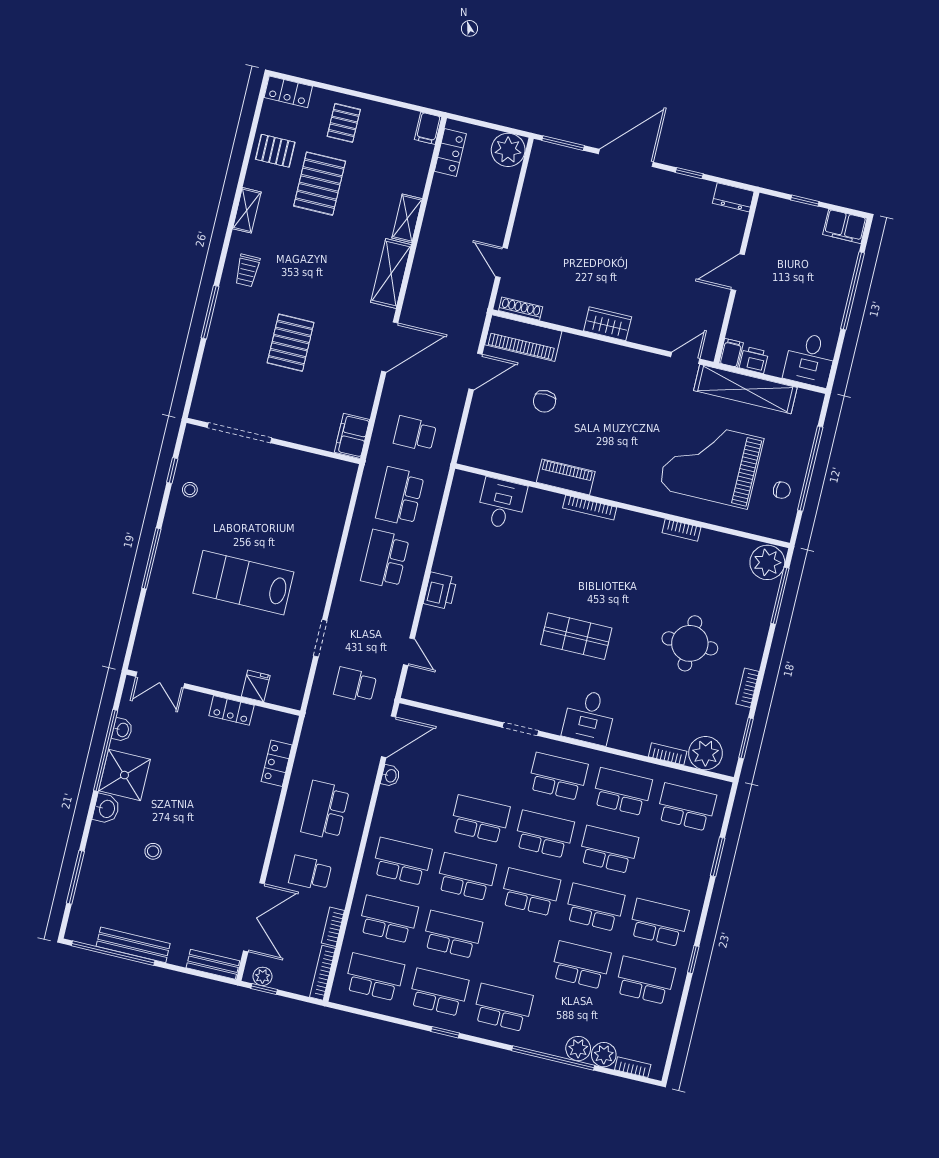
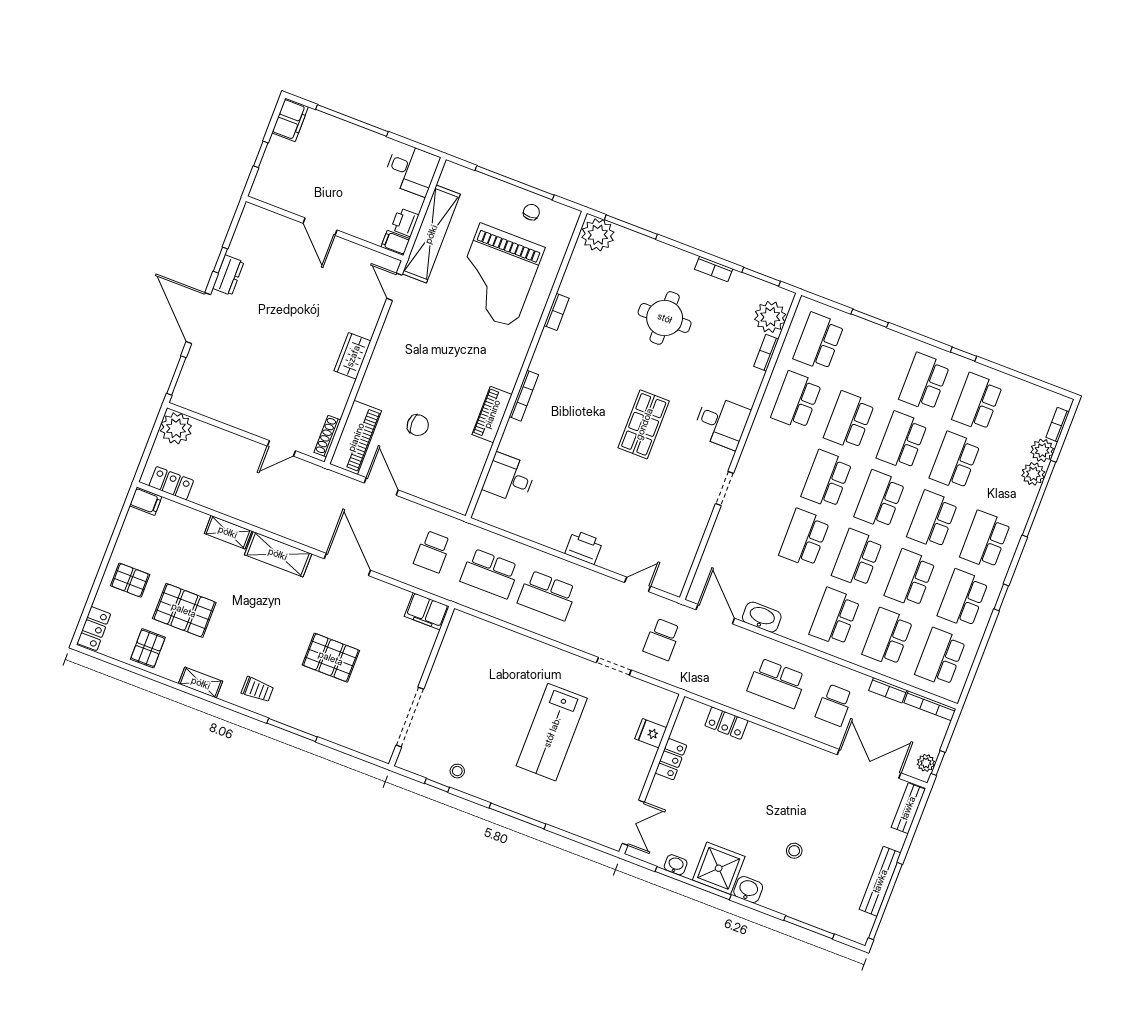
dresser: (733, 197) -> (228, 275), moved
washbasin: (390, 776) -> (762, 617), width x1.91, depth x1.45
school desk: (558, 776) -> (932, 520), moved

